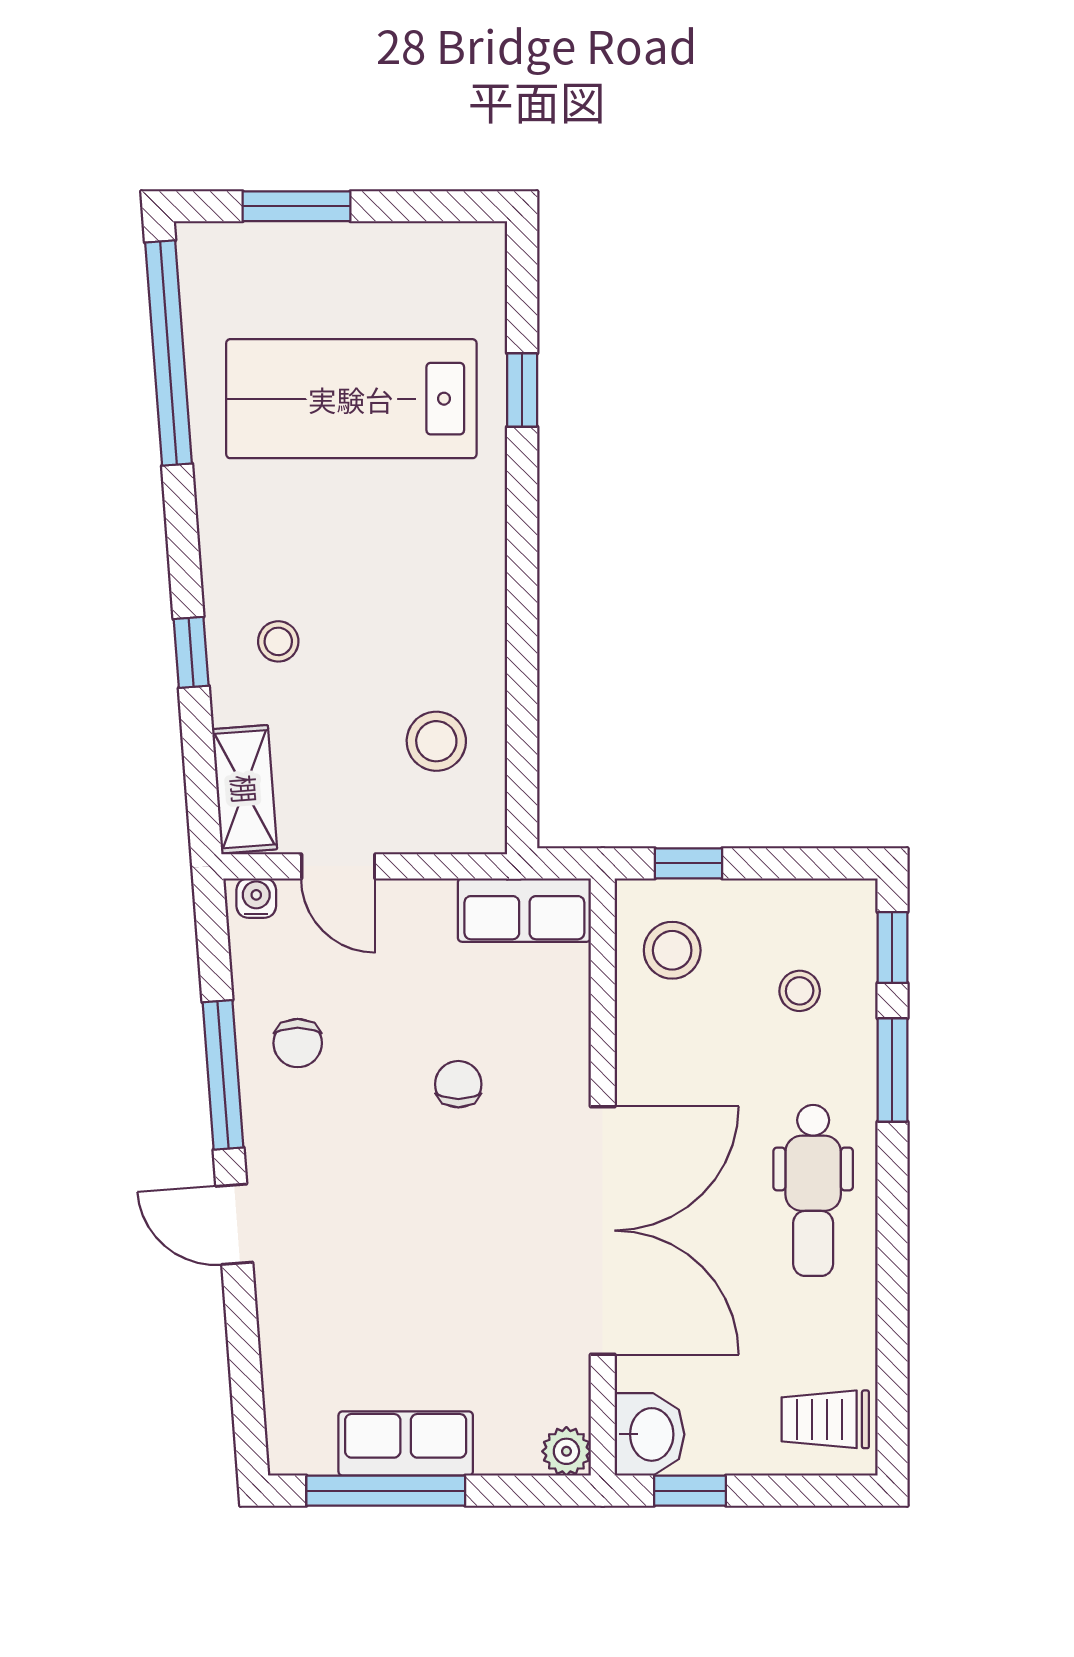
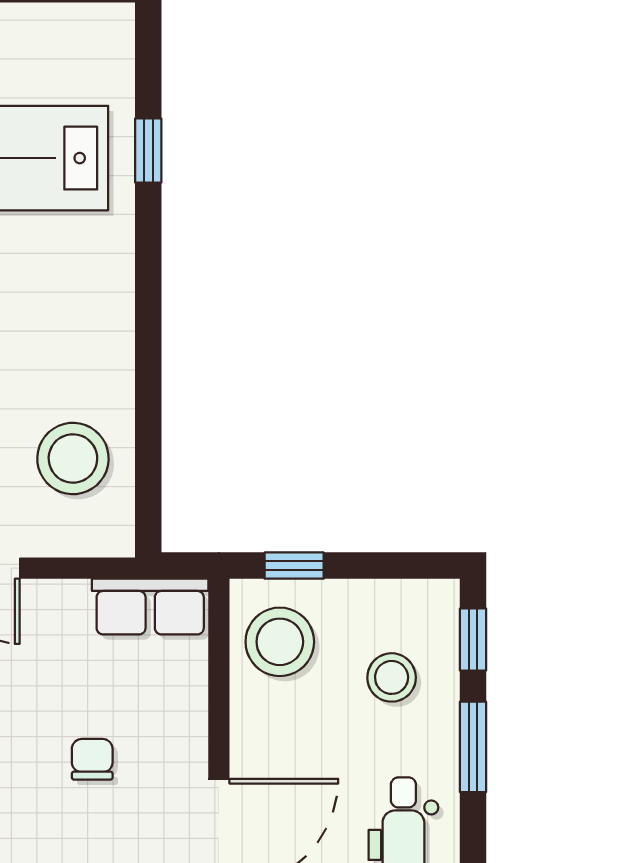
stool: (436, 741) -> (73, 459), width x1.38, depth x1.38
stool: (672, 950) -> (280, 642), width x1.38, depth x1.38
stool: (800, 991) -> (392, 677), width x1.37, depth x1.37

